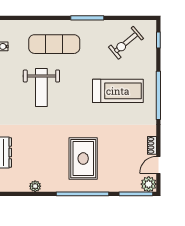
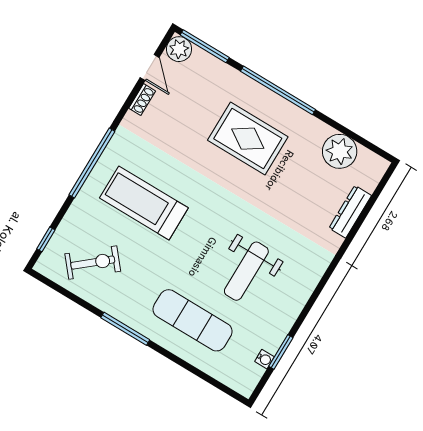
weight bench: (41, 88) -> (246, 271), turned 180
rug: (83, 159) -> (248, 139), turned 90
door: (158, 165) -> (150, 67), hinge flipped
plant: (35, 186) -> (340, 151), width x1.87, depth x1.87

